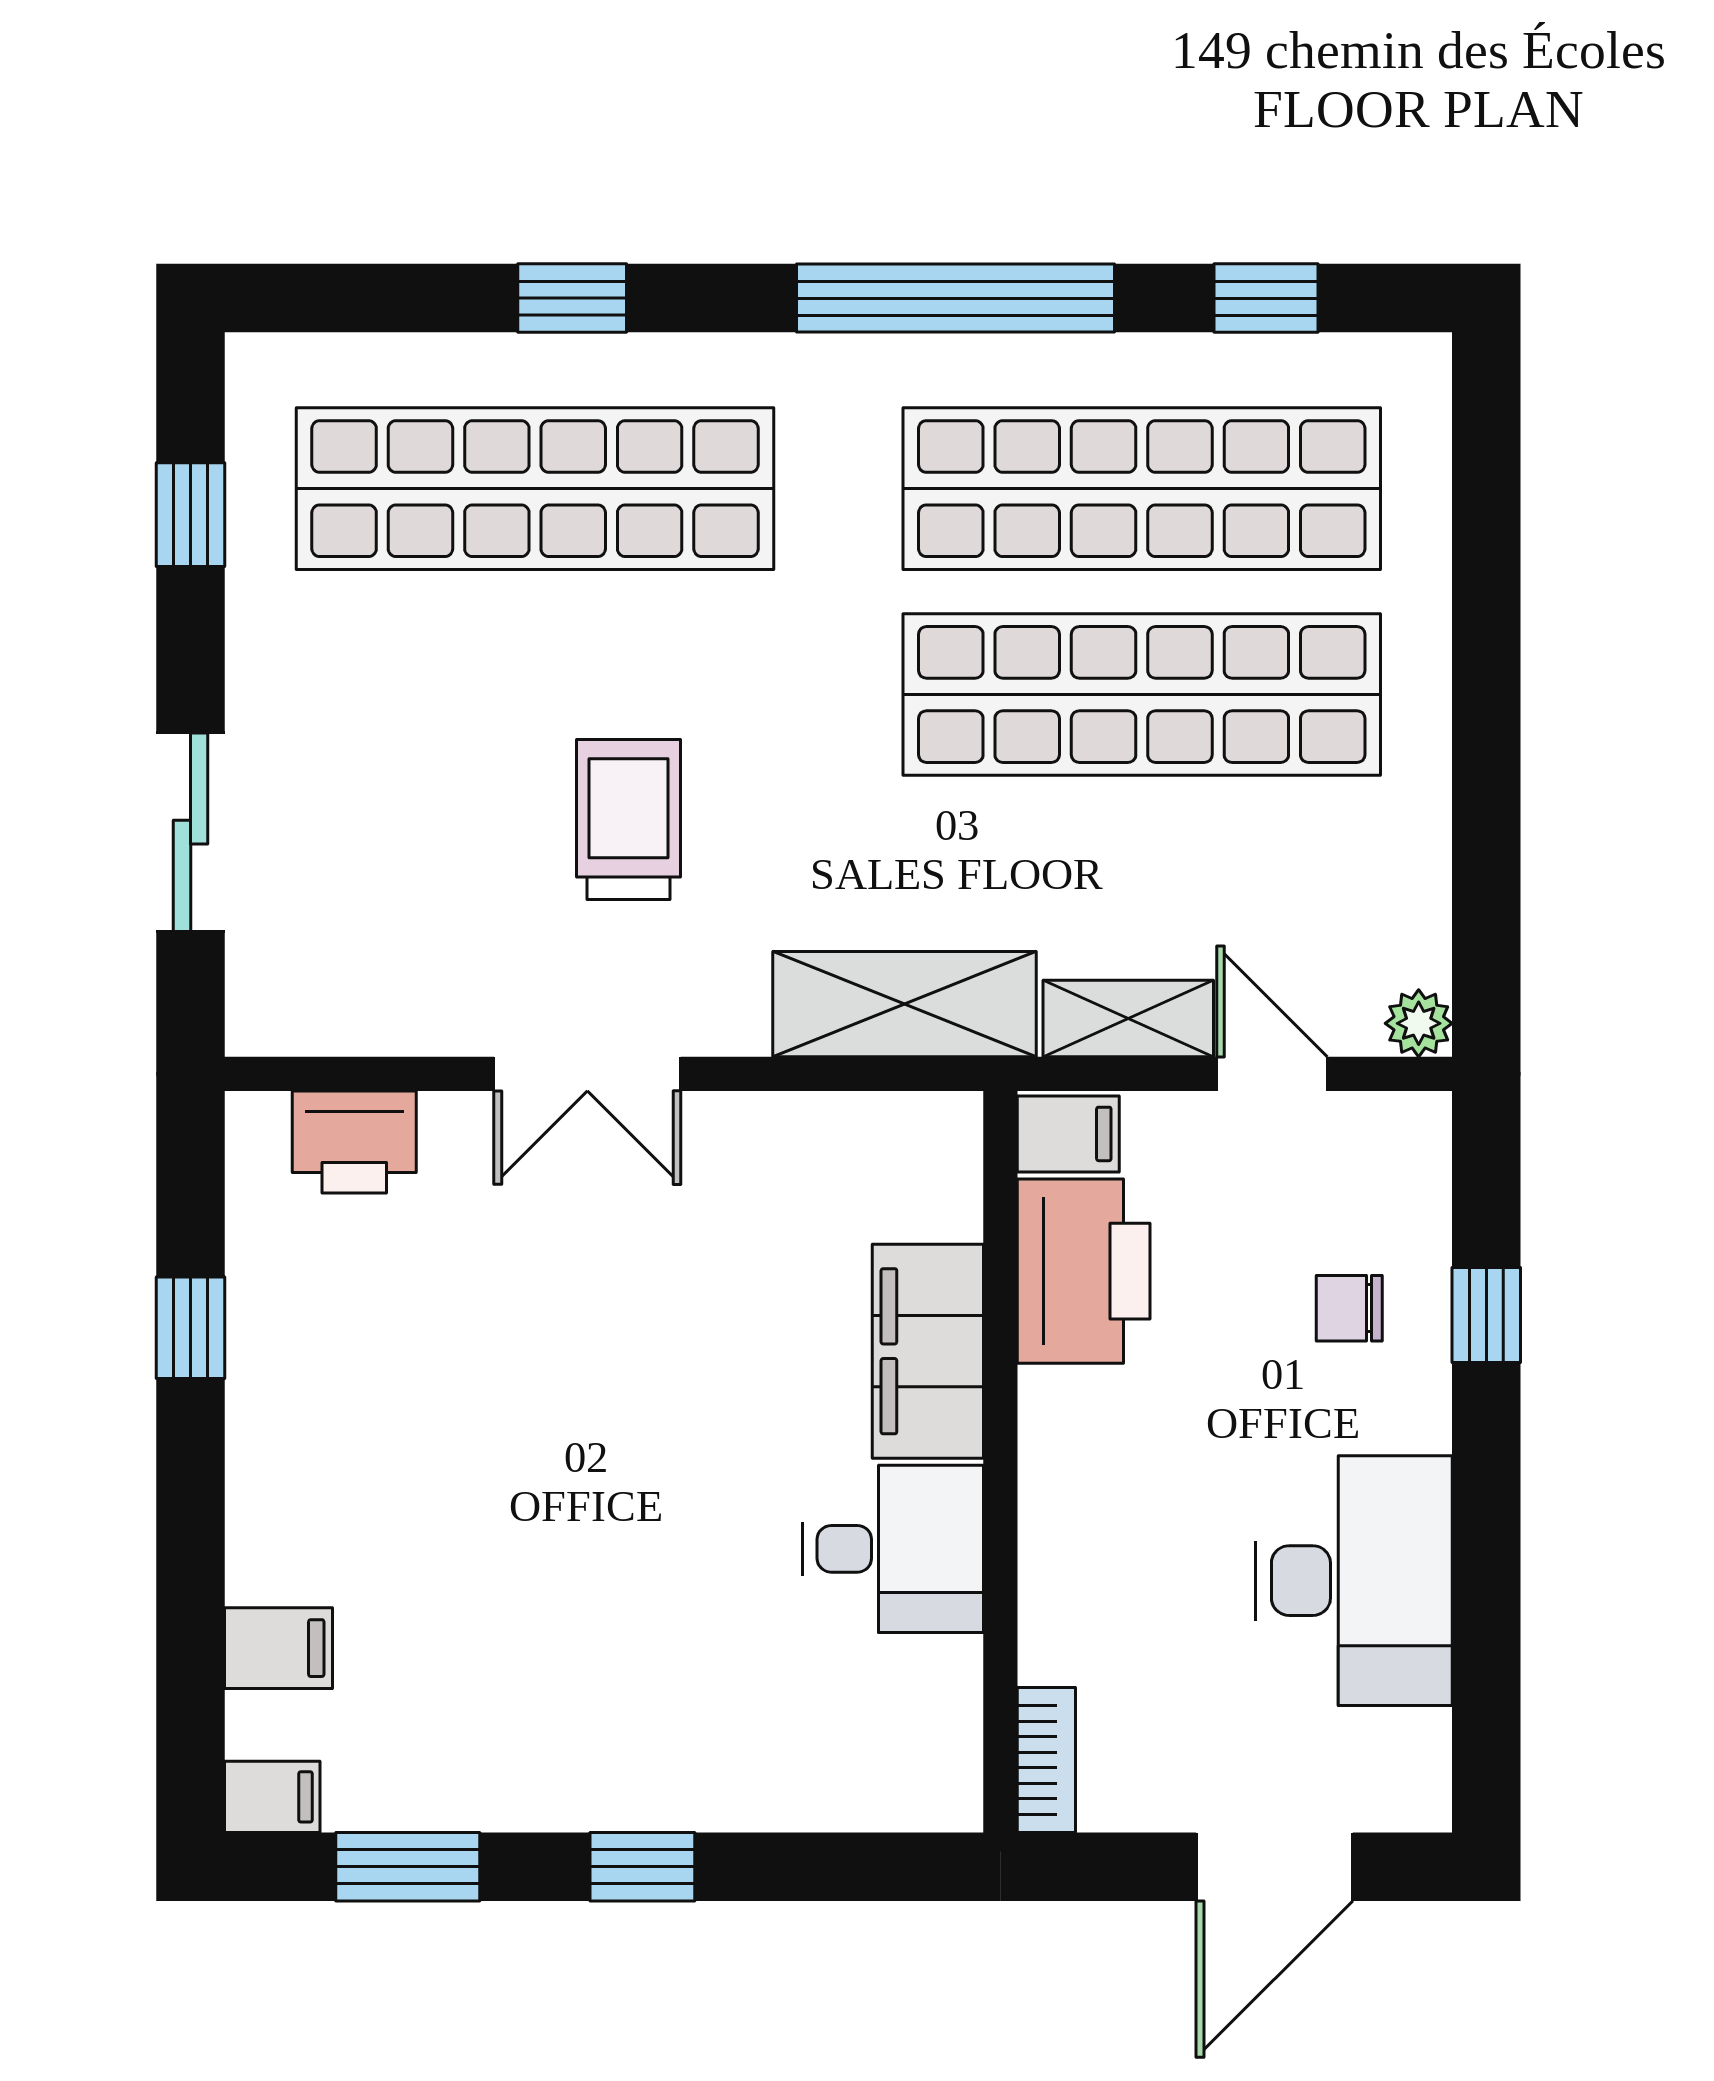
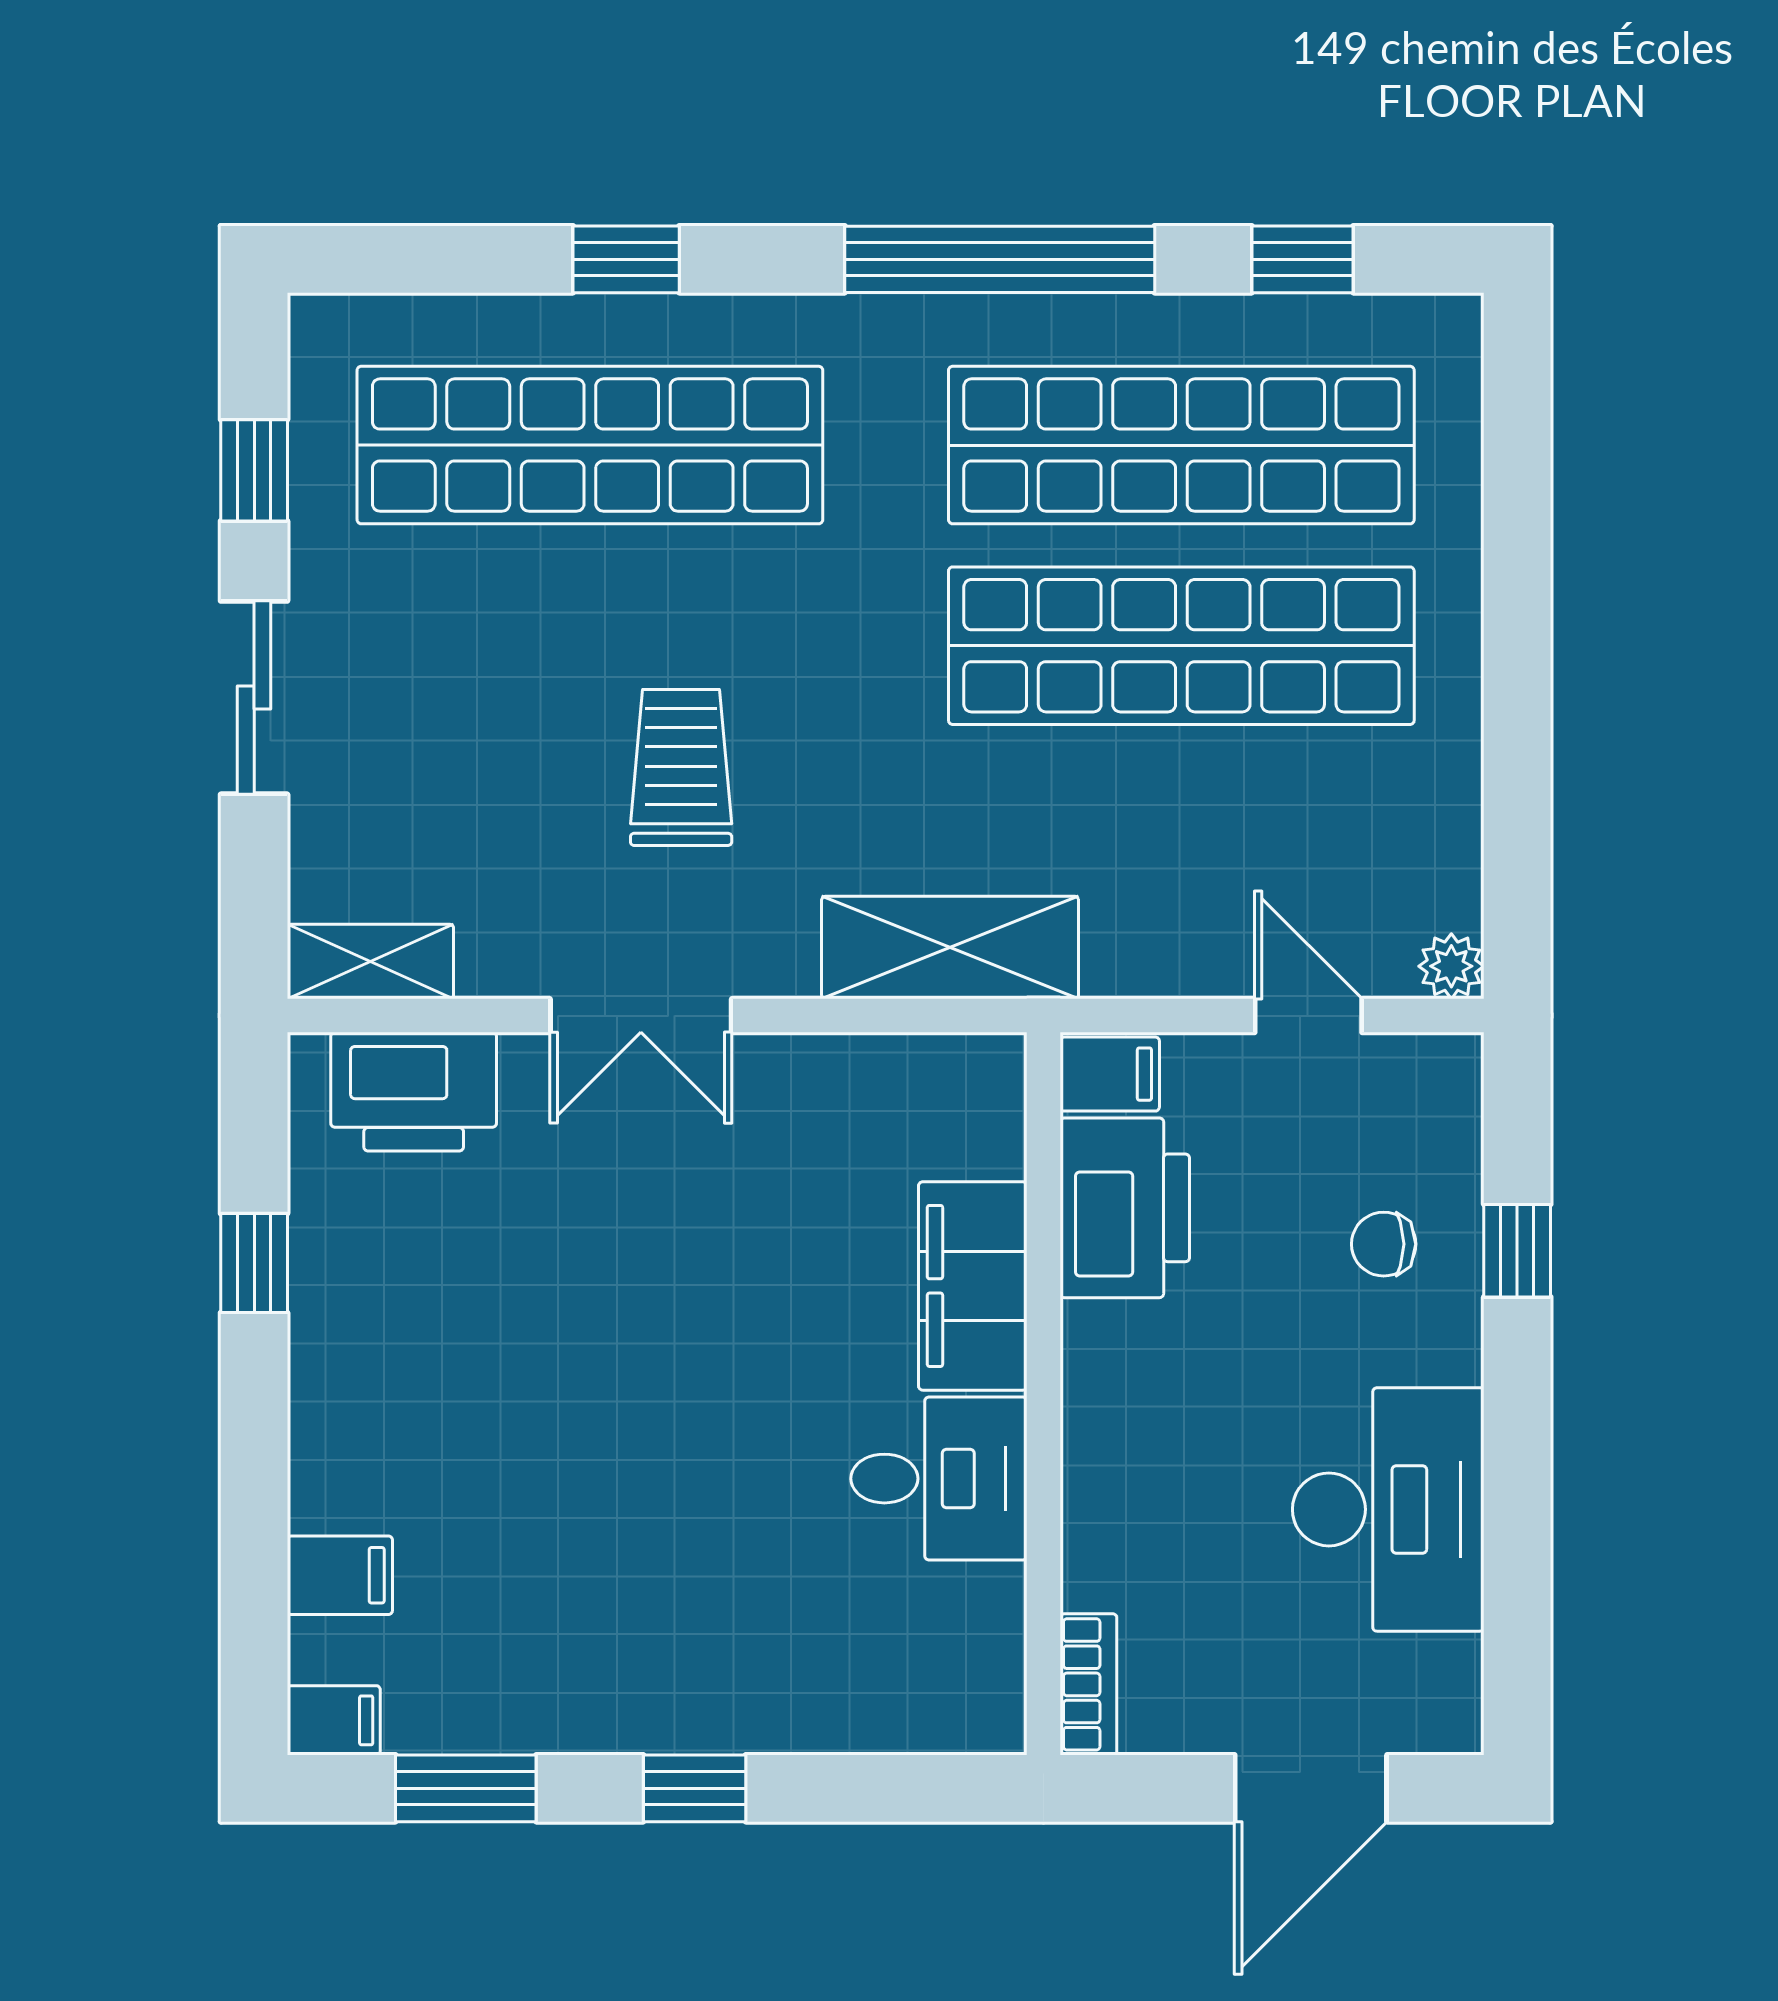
sliding door: (191, 832) -> (254, 698), moved
shelving: (1128, 1018) -> (370, 962), moved
printer: (354, 1142) -> (414, 1092), width x1.37, depth x1.19

